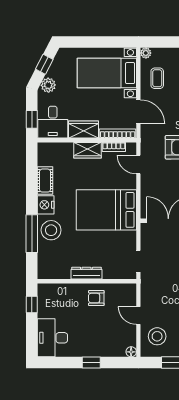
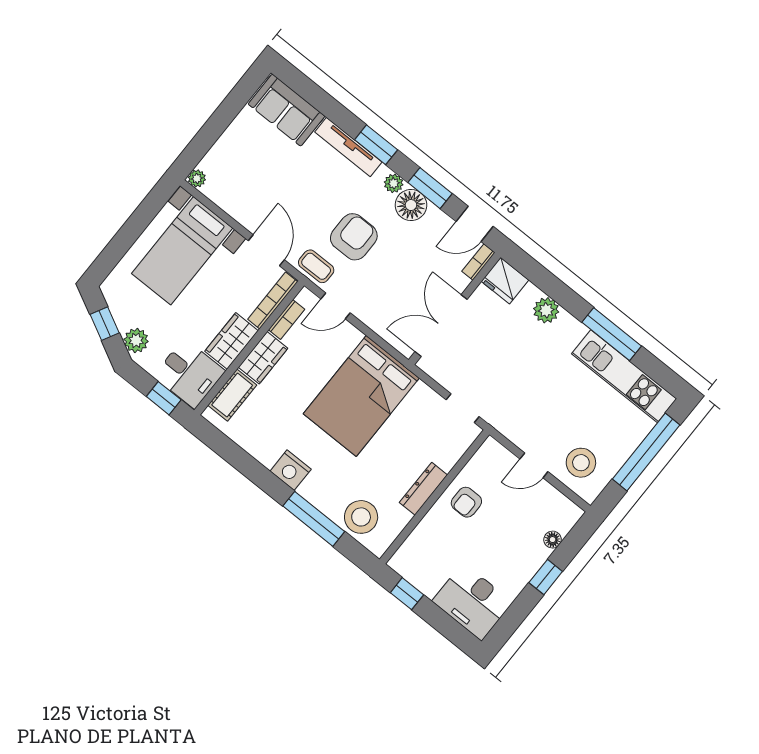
coffee table: (157, 78) -> (316, 266), moved
door: (138, 112) -> (266, 250), hinge flipped
cot: (45, 181) -> (232, 395), moved, turned 90
stool: (51, 230) -> (361, 517), moved
floor lamp: (131, 352) -> (553, 540), moved

